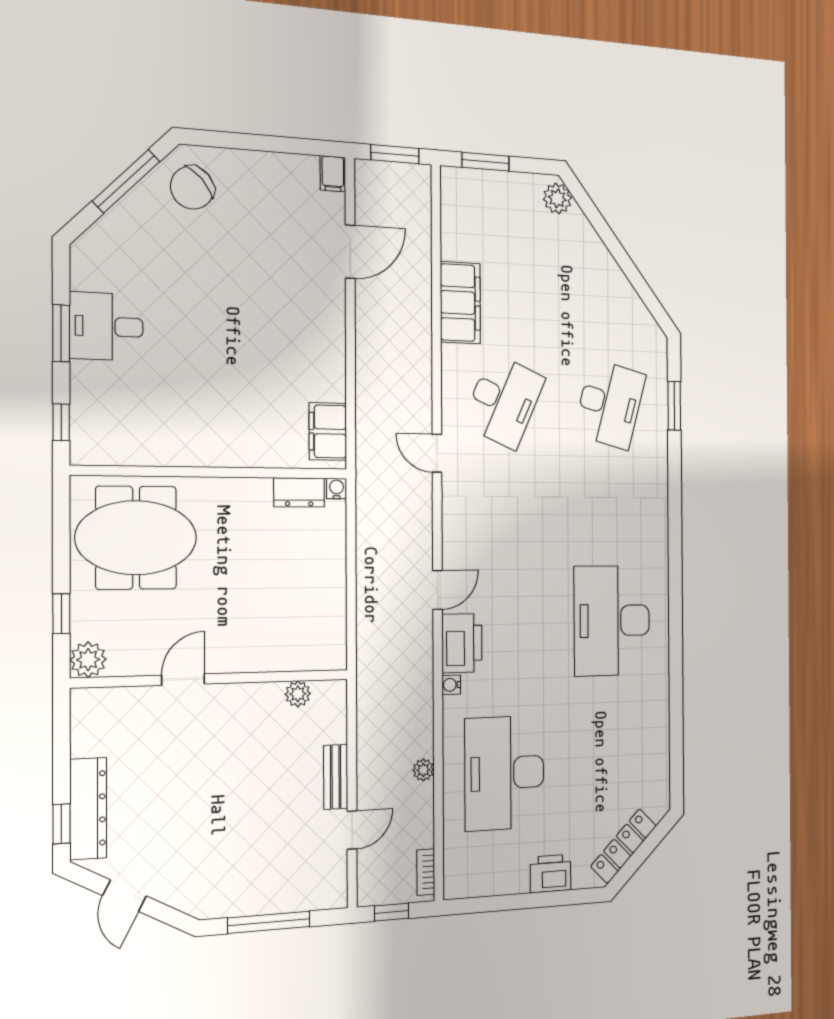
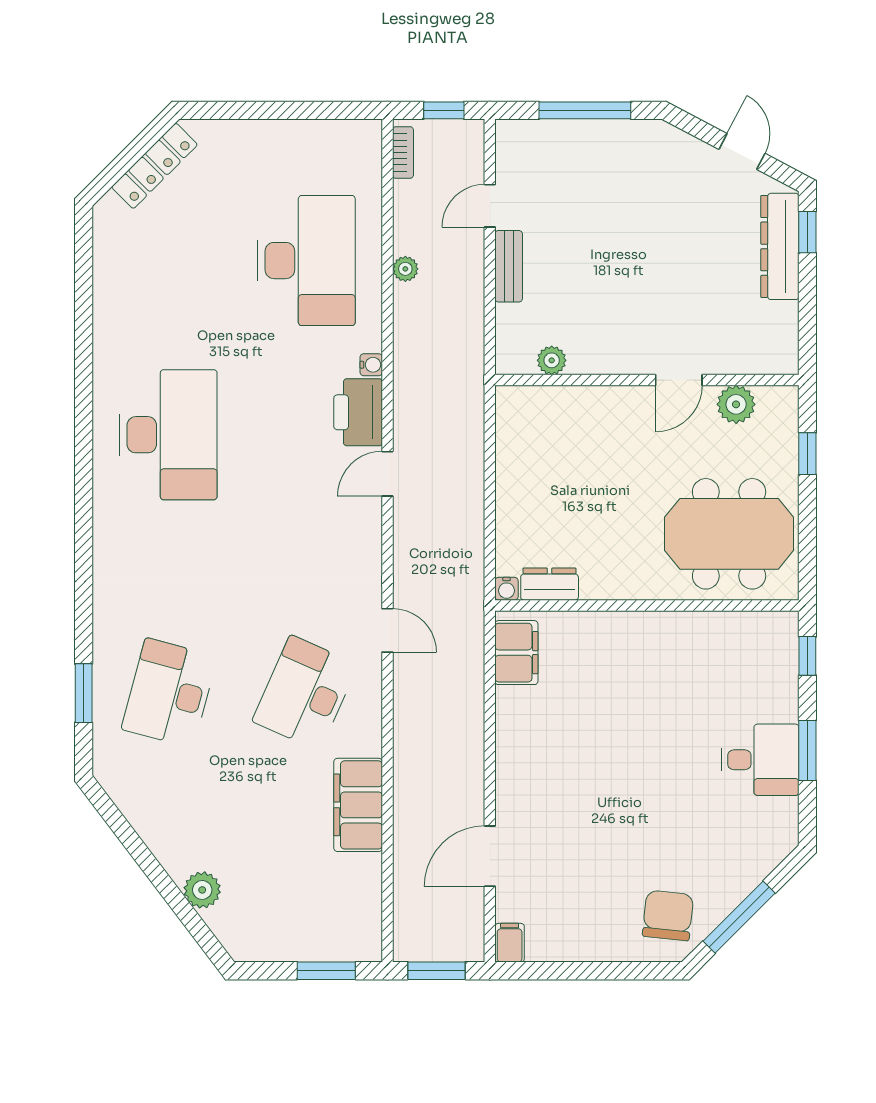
chair: (192, 188) -> (668, 915), turned -42
plant: (557, 198) -> (202, 890), moved
plant: (88, 660) -> (736, 404), moved
printer: (550, 874) -> (249, 140), removed

